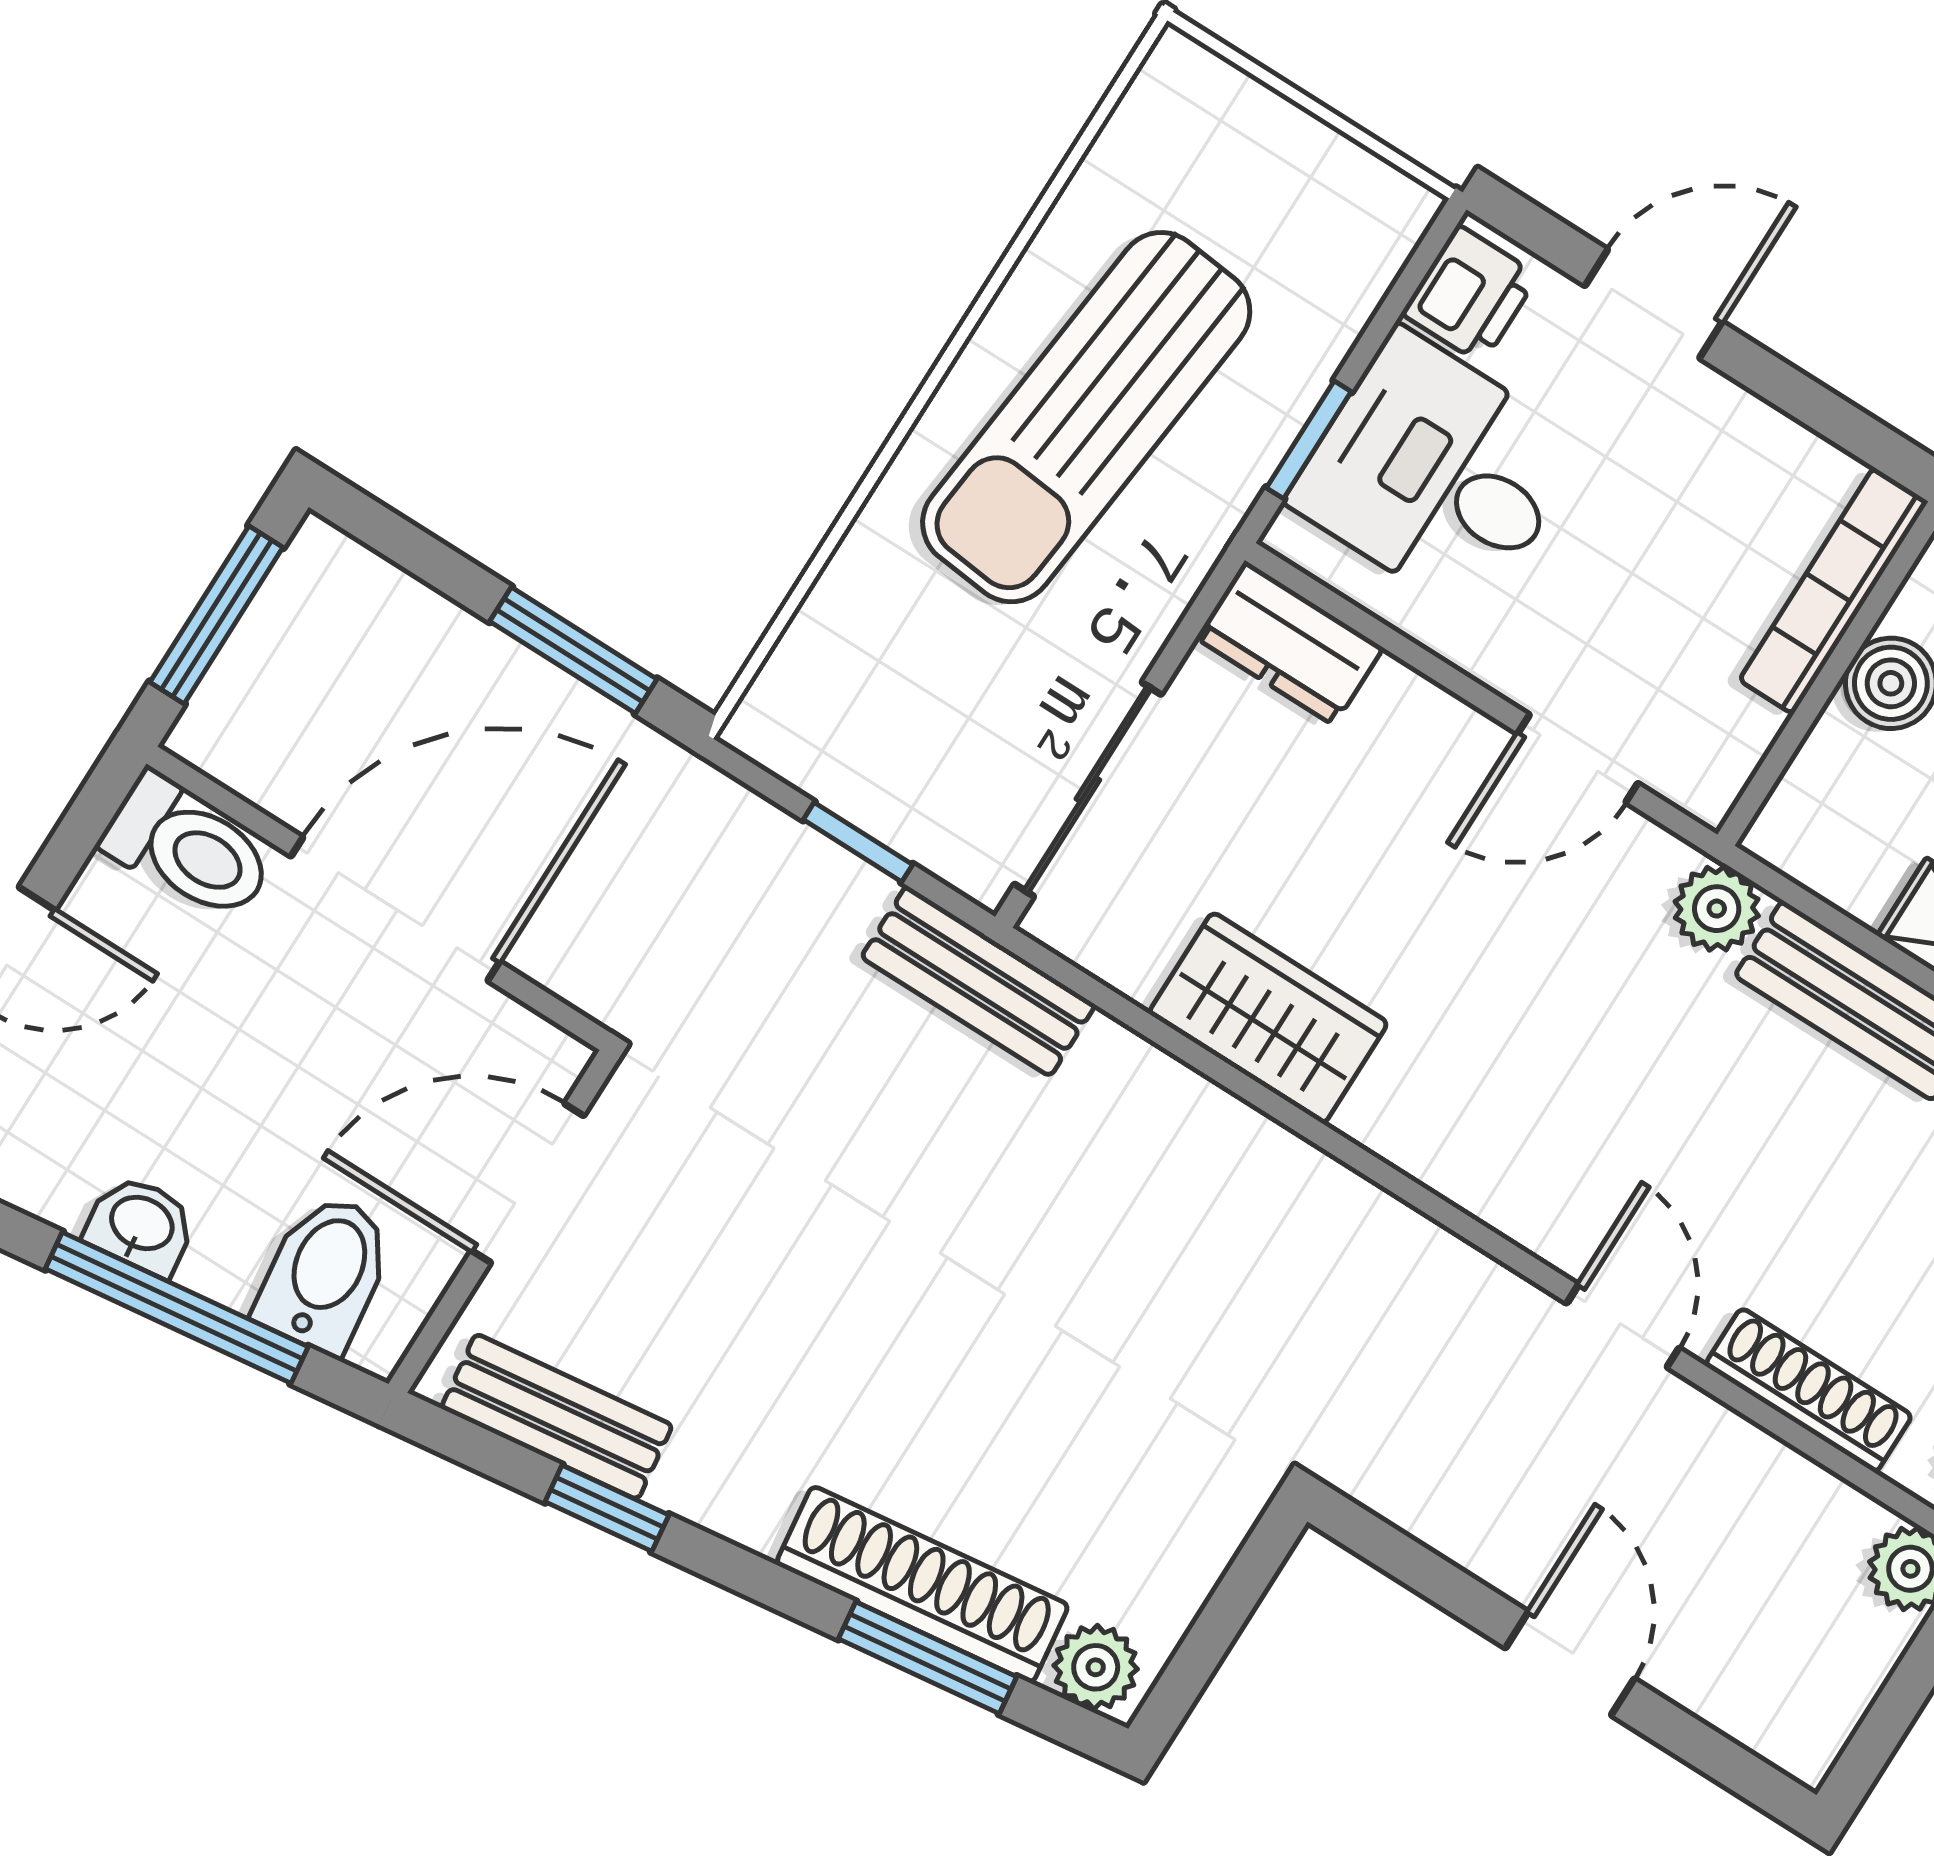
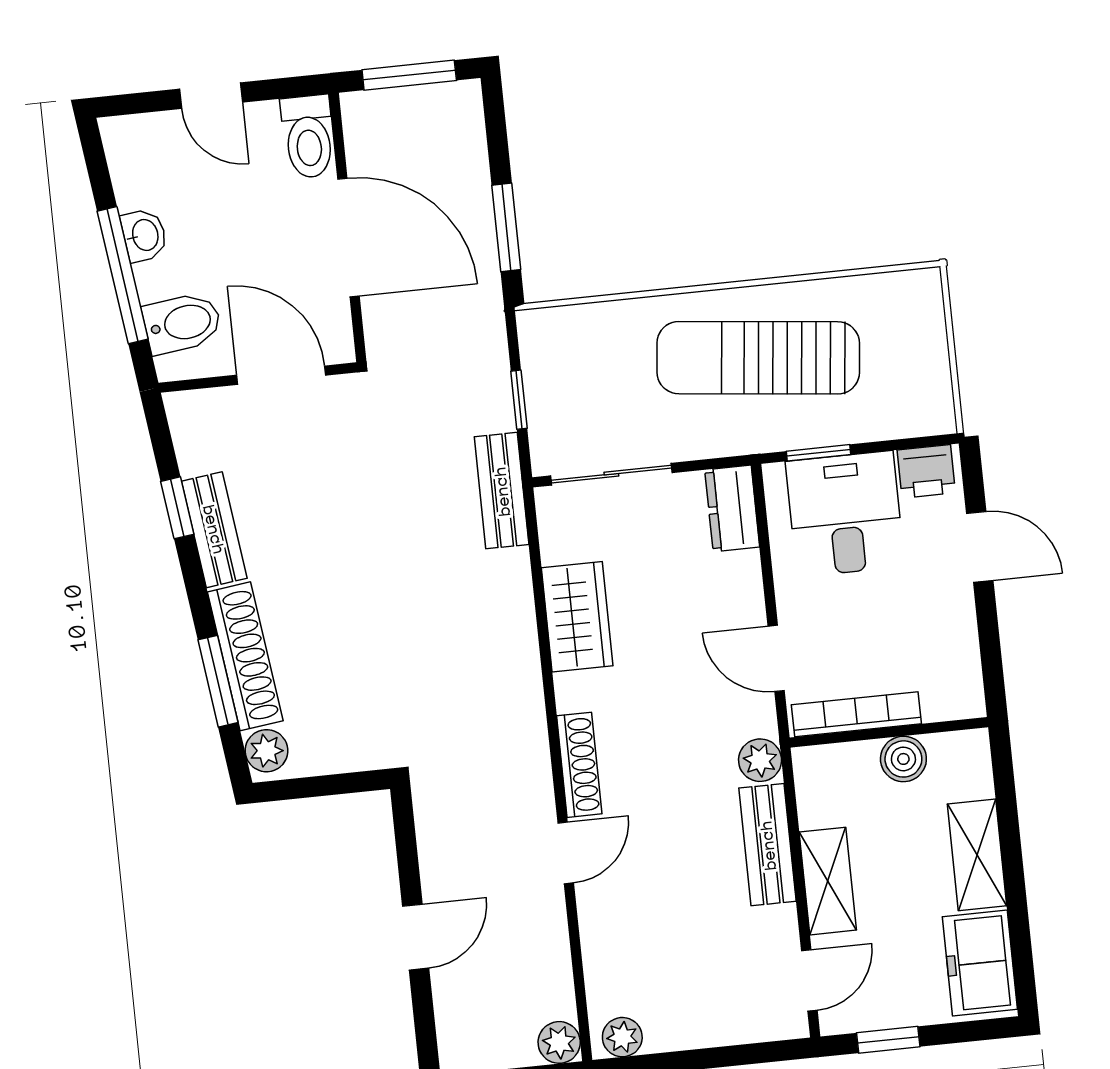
bookcase: (1833, 591) -> (856, 714), moved
shoe rack: (1809, 1390) -> (579, 765), moved
bench: (557, 1417) -> (214, 530), moved

